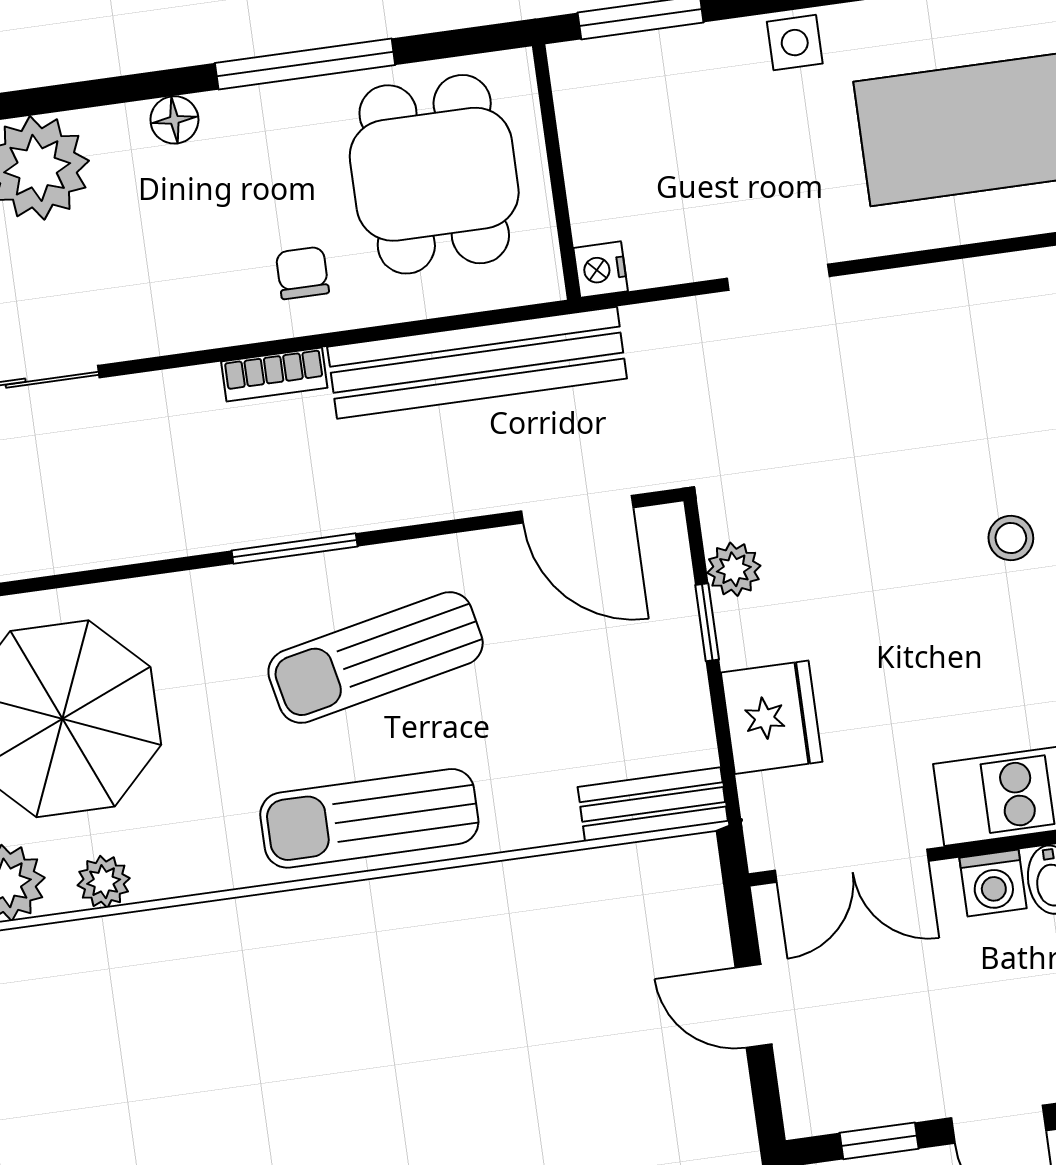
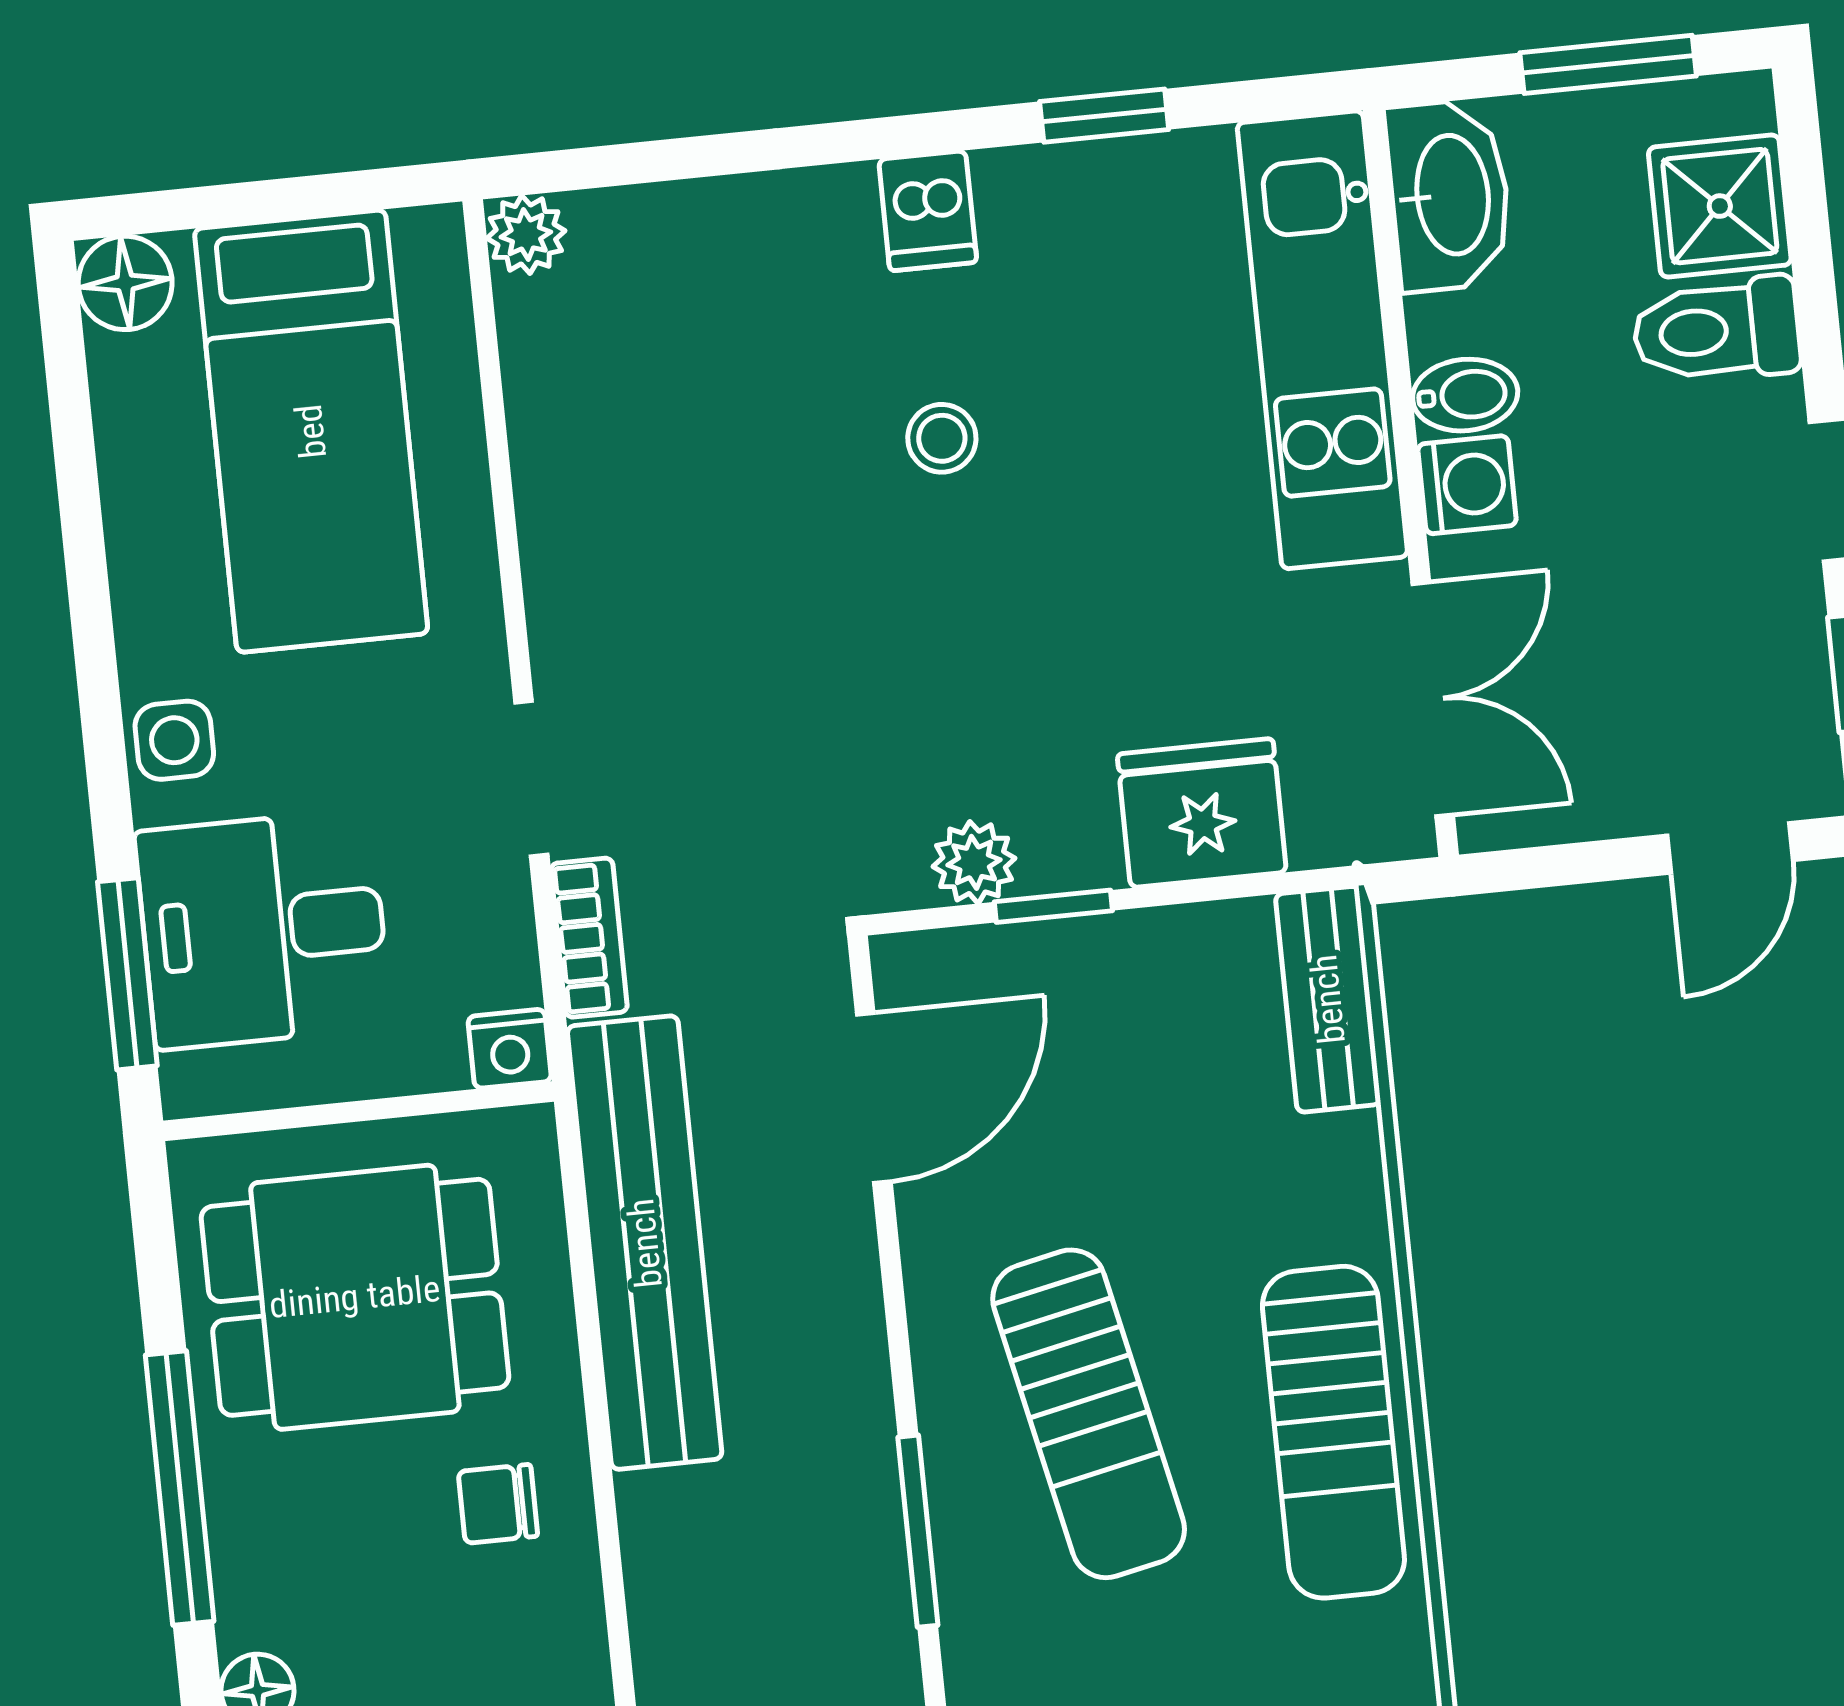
desk: (673, 105) -> (263, 929), added
bookcase: (274, 375) -> (589, 938), moved
door: (754, 1006) -> (1730, 848), moved

